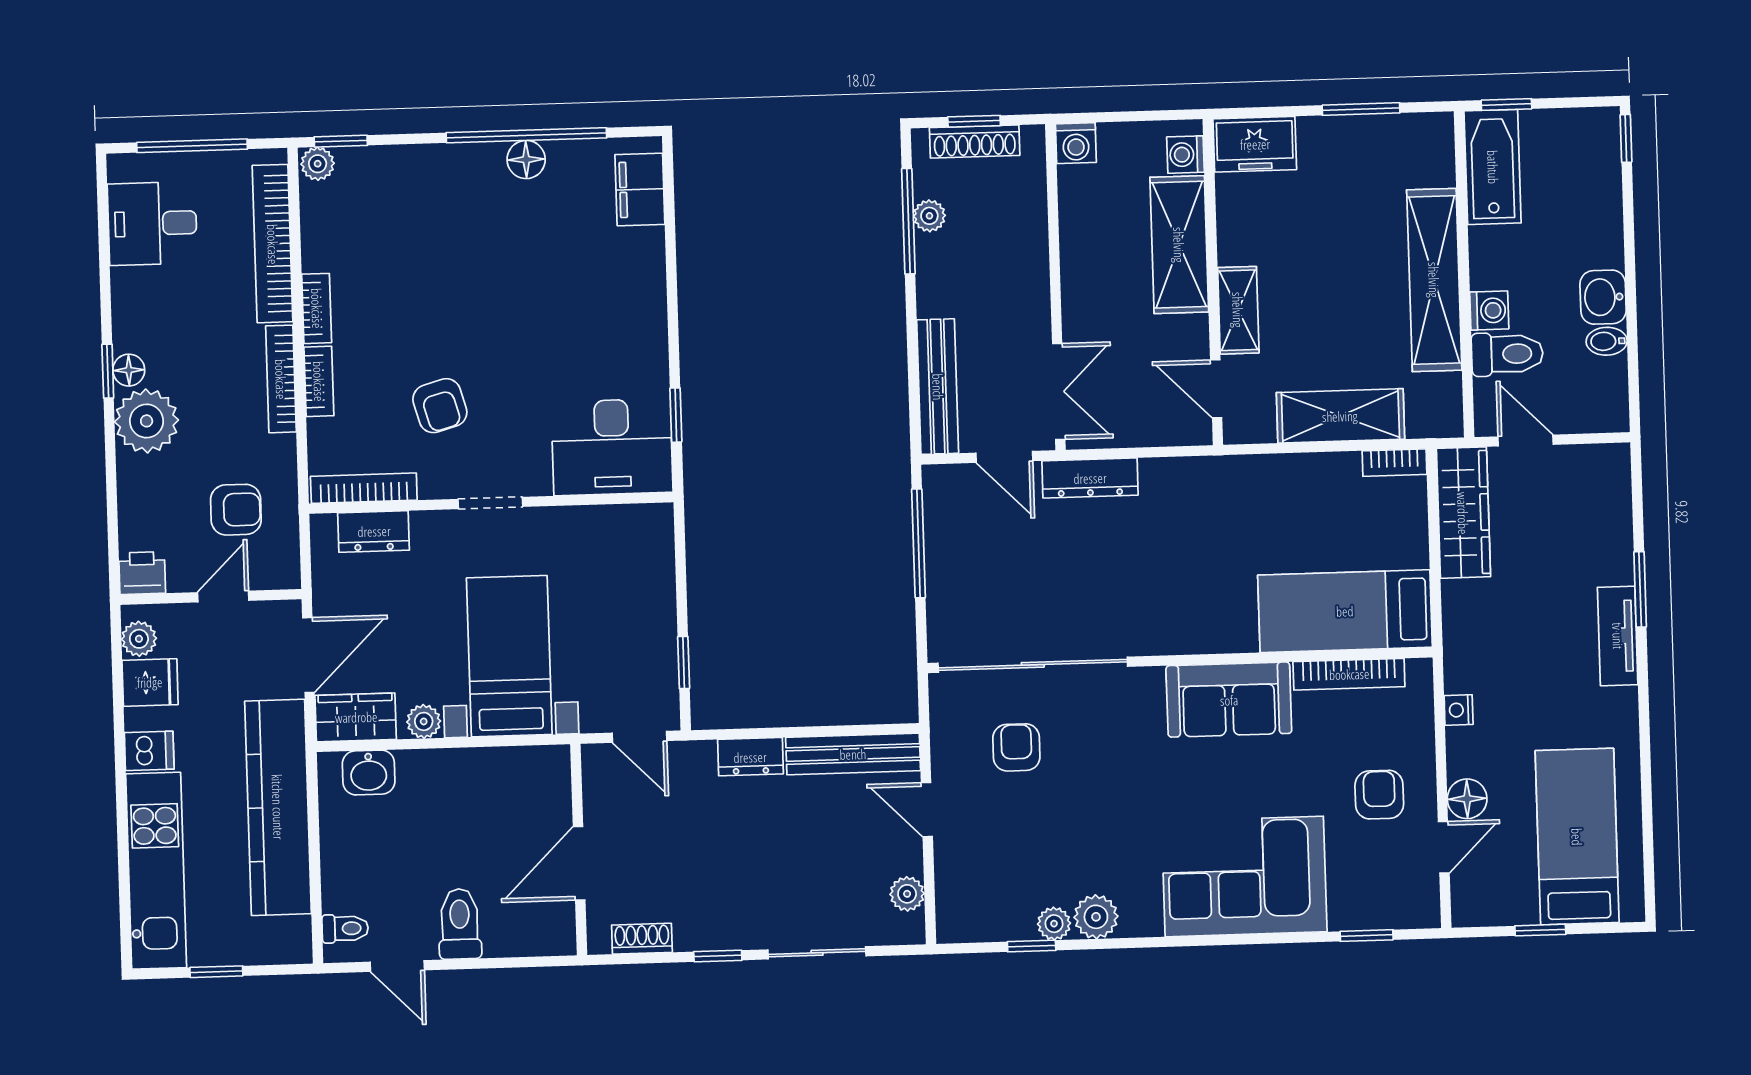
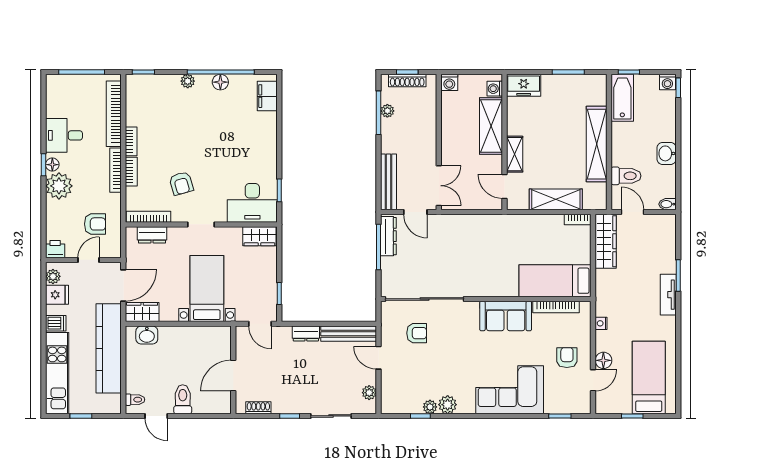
plant: (318, 164) -> (188, 81), moved
desk: (152, 223) -> (64, 135), moved
washing machine: (1489, 310) -> (667, 82), moved, turned 90
bidet: (1607, 341) -> (667, 204), moved
dresser: (1090, 478) -> (388, 236), moved, turned -90
wardrobe: (632, 527) -> (259, 236), added
plant: (424, 721) -> (170, 315), removed
armchair: (1016, 747) -> (417, 333), turned 90

